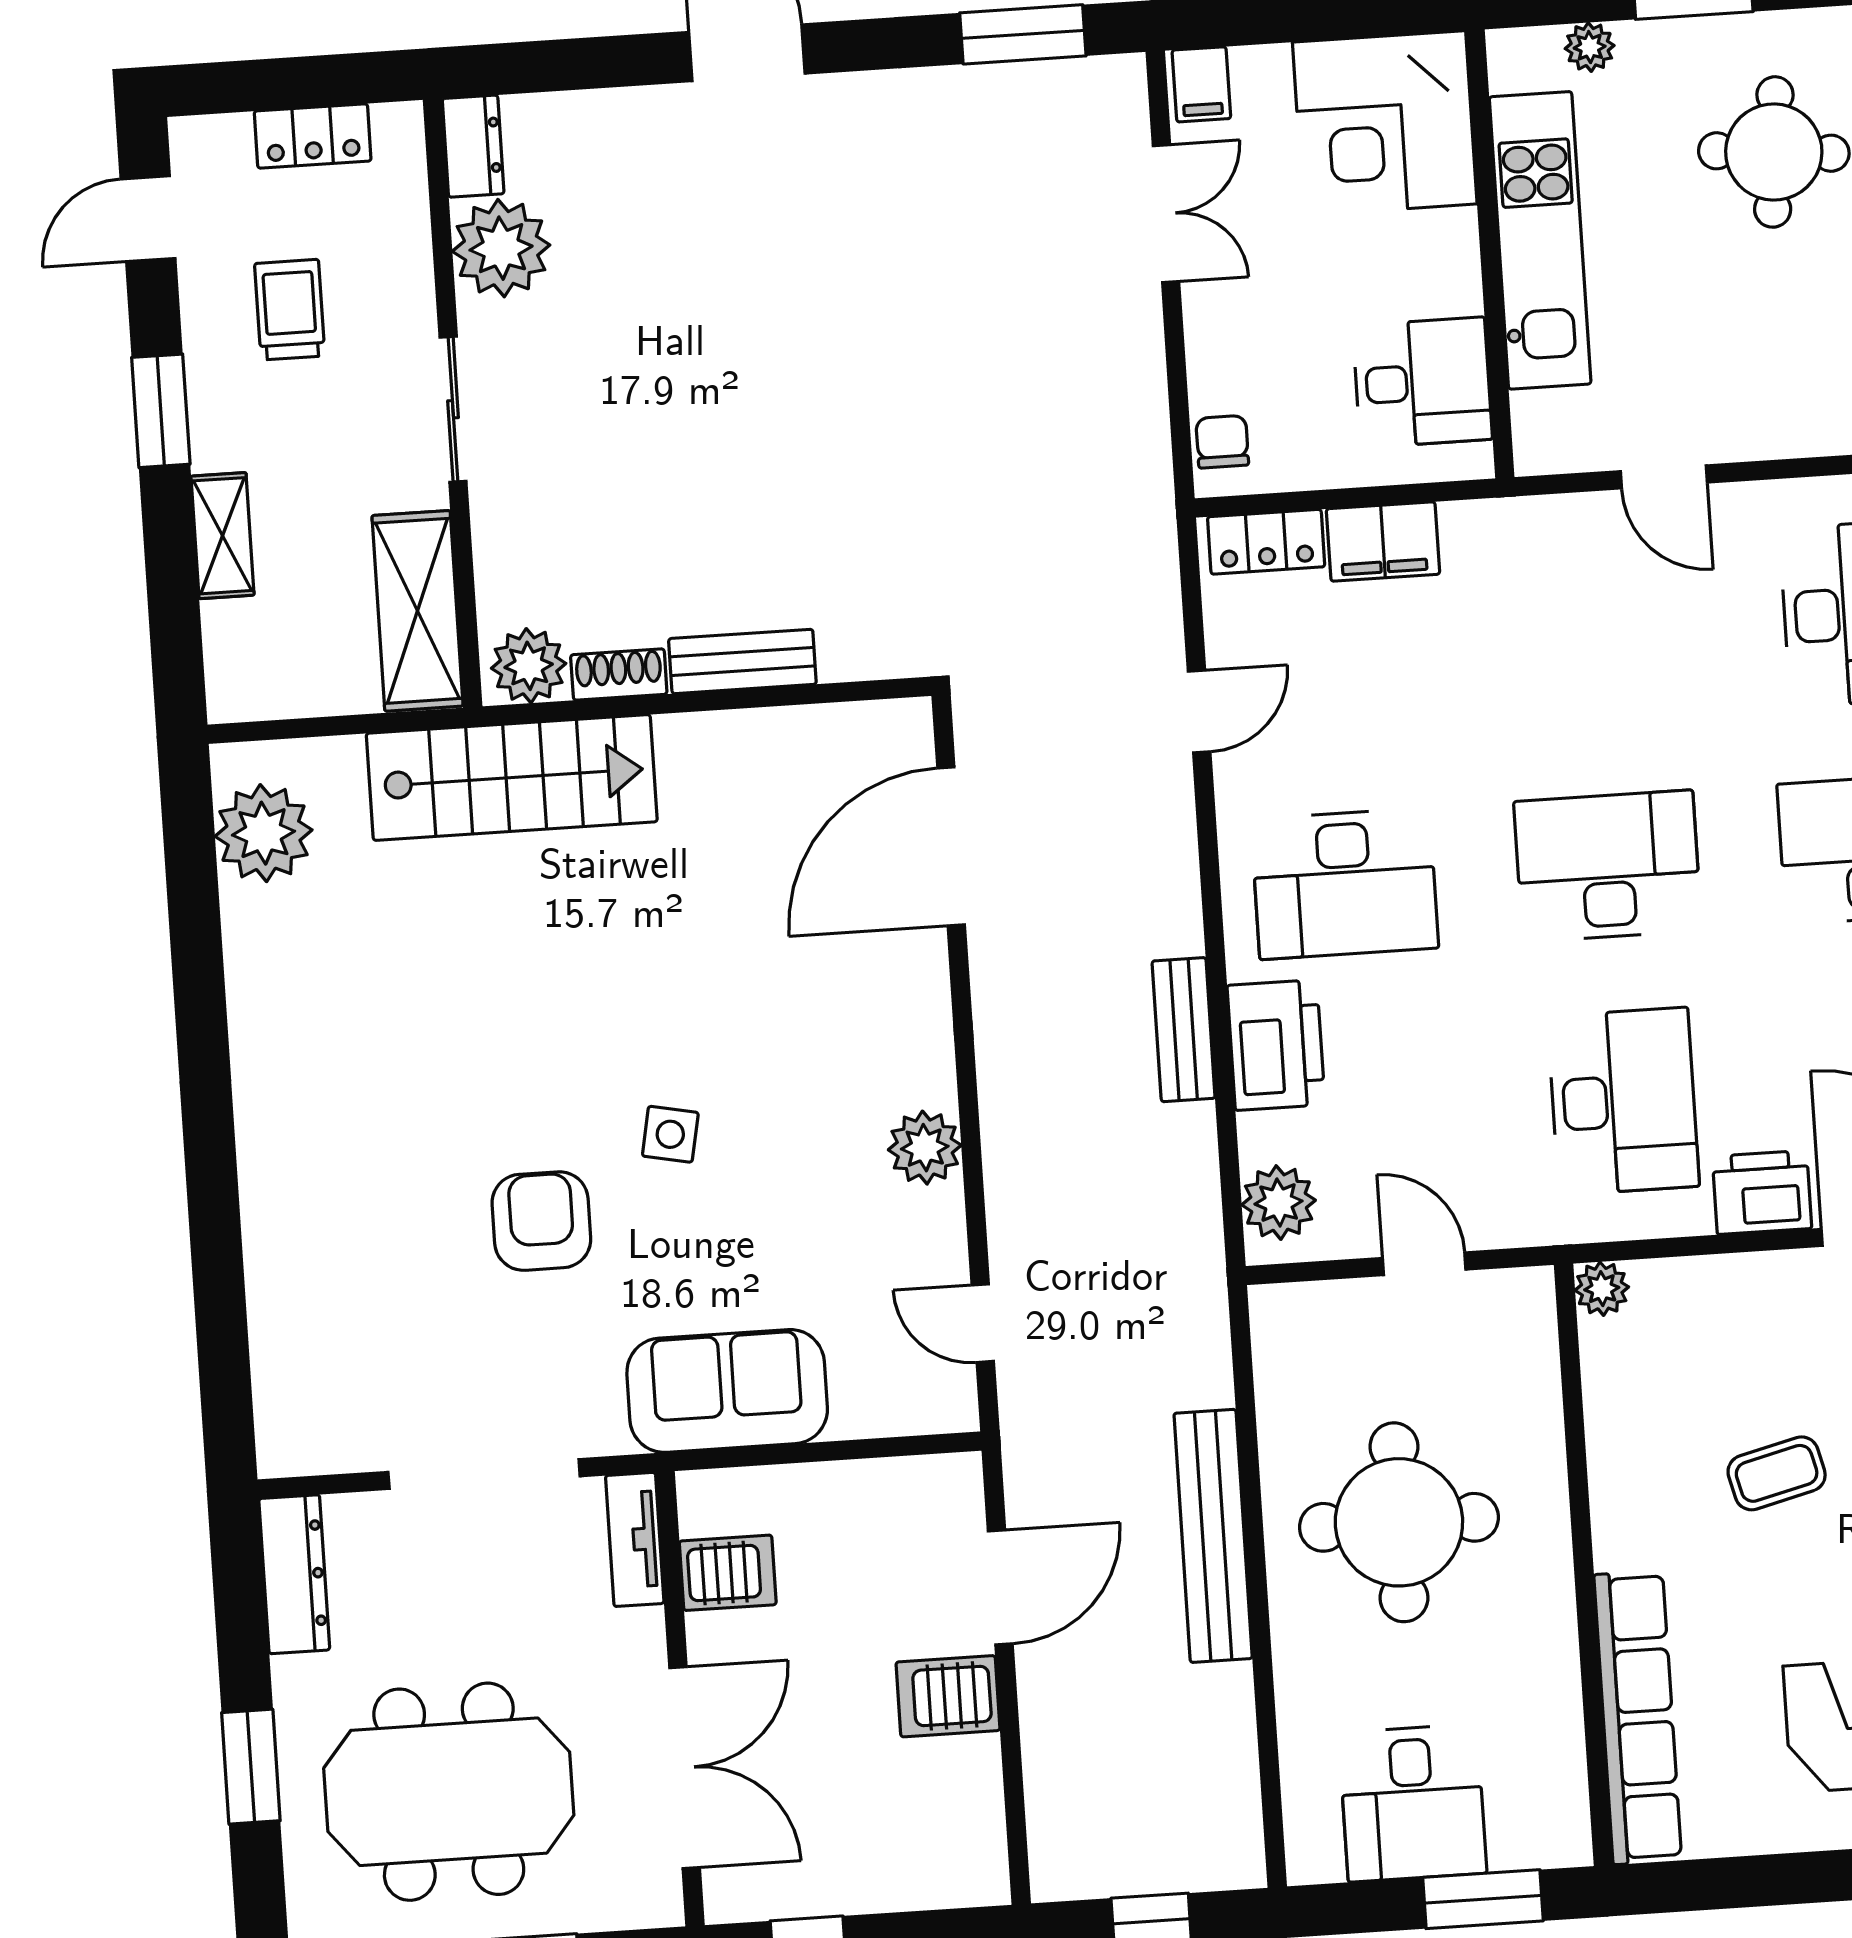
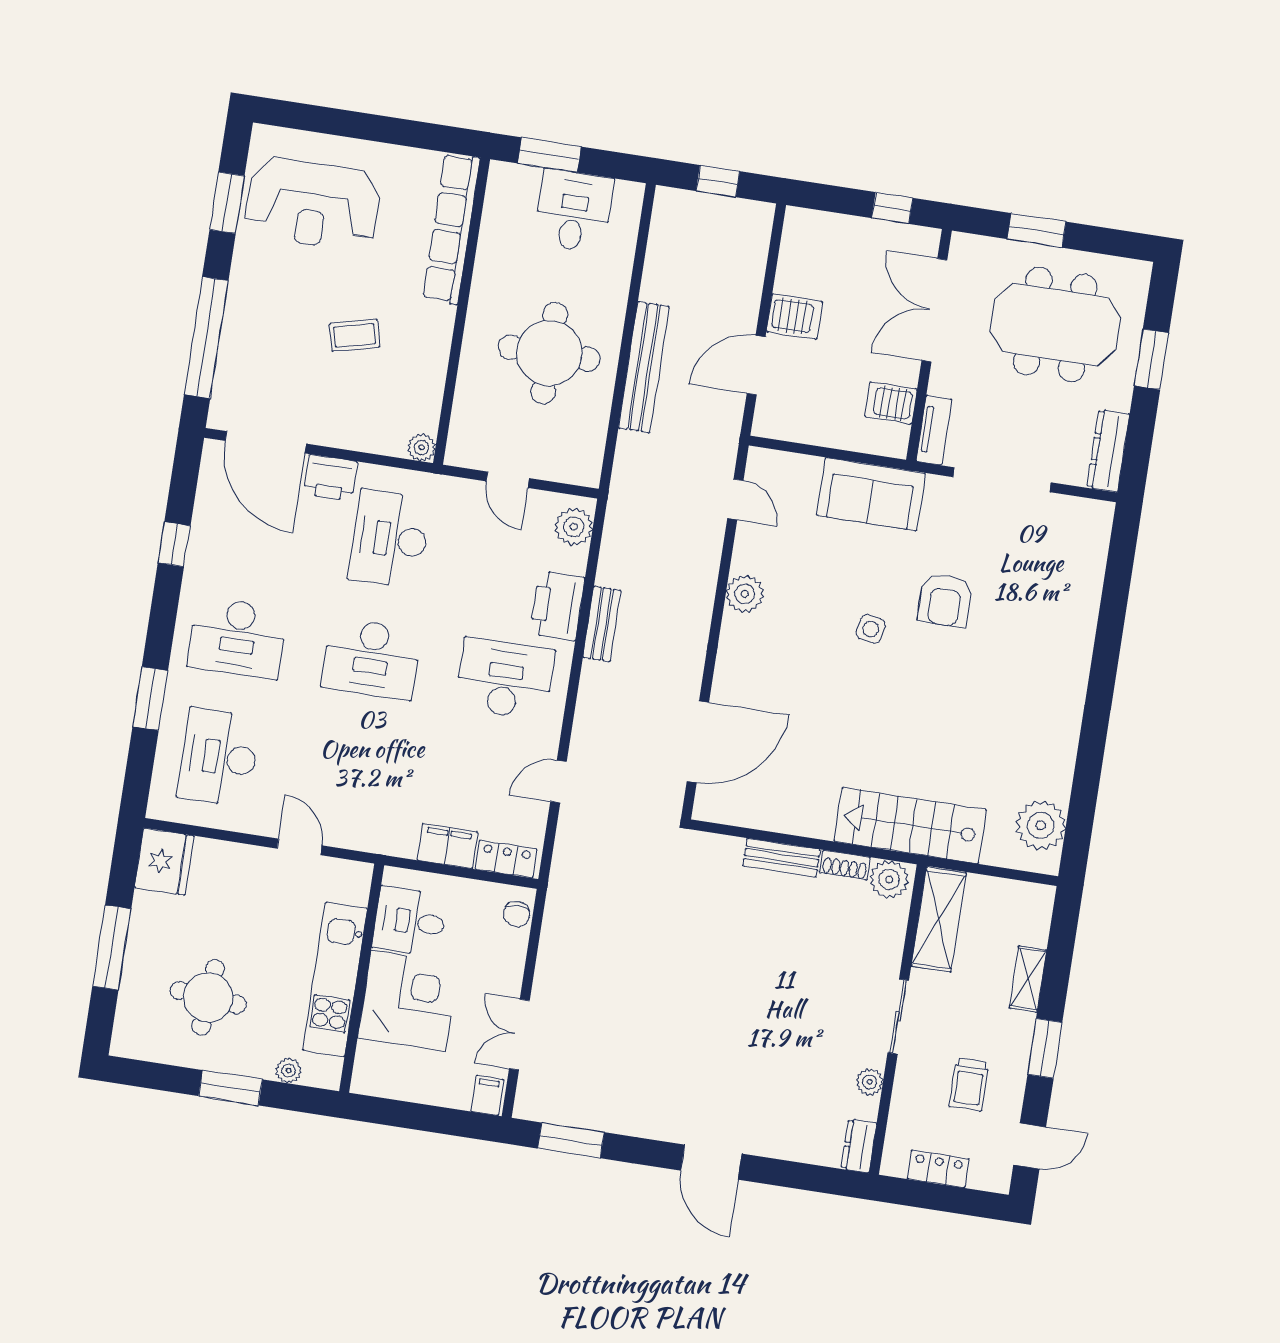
corner desk: (1385, 123) -> (408, 1001), moved
plant: (501, 248) -> (870, 1082), width x0.53, depth x0.53

